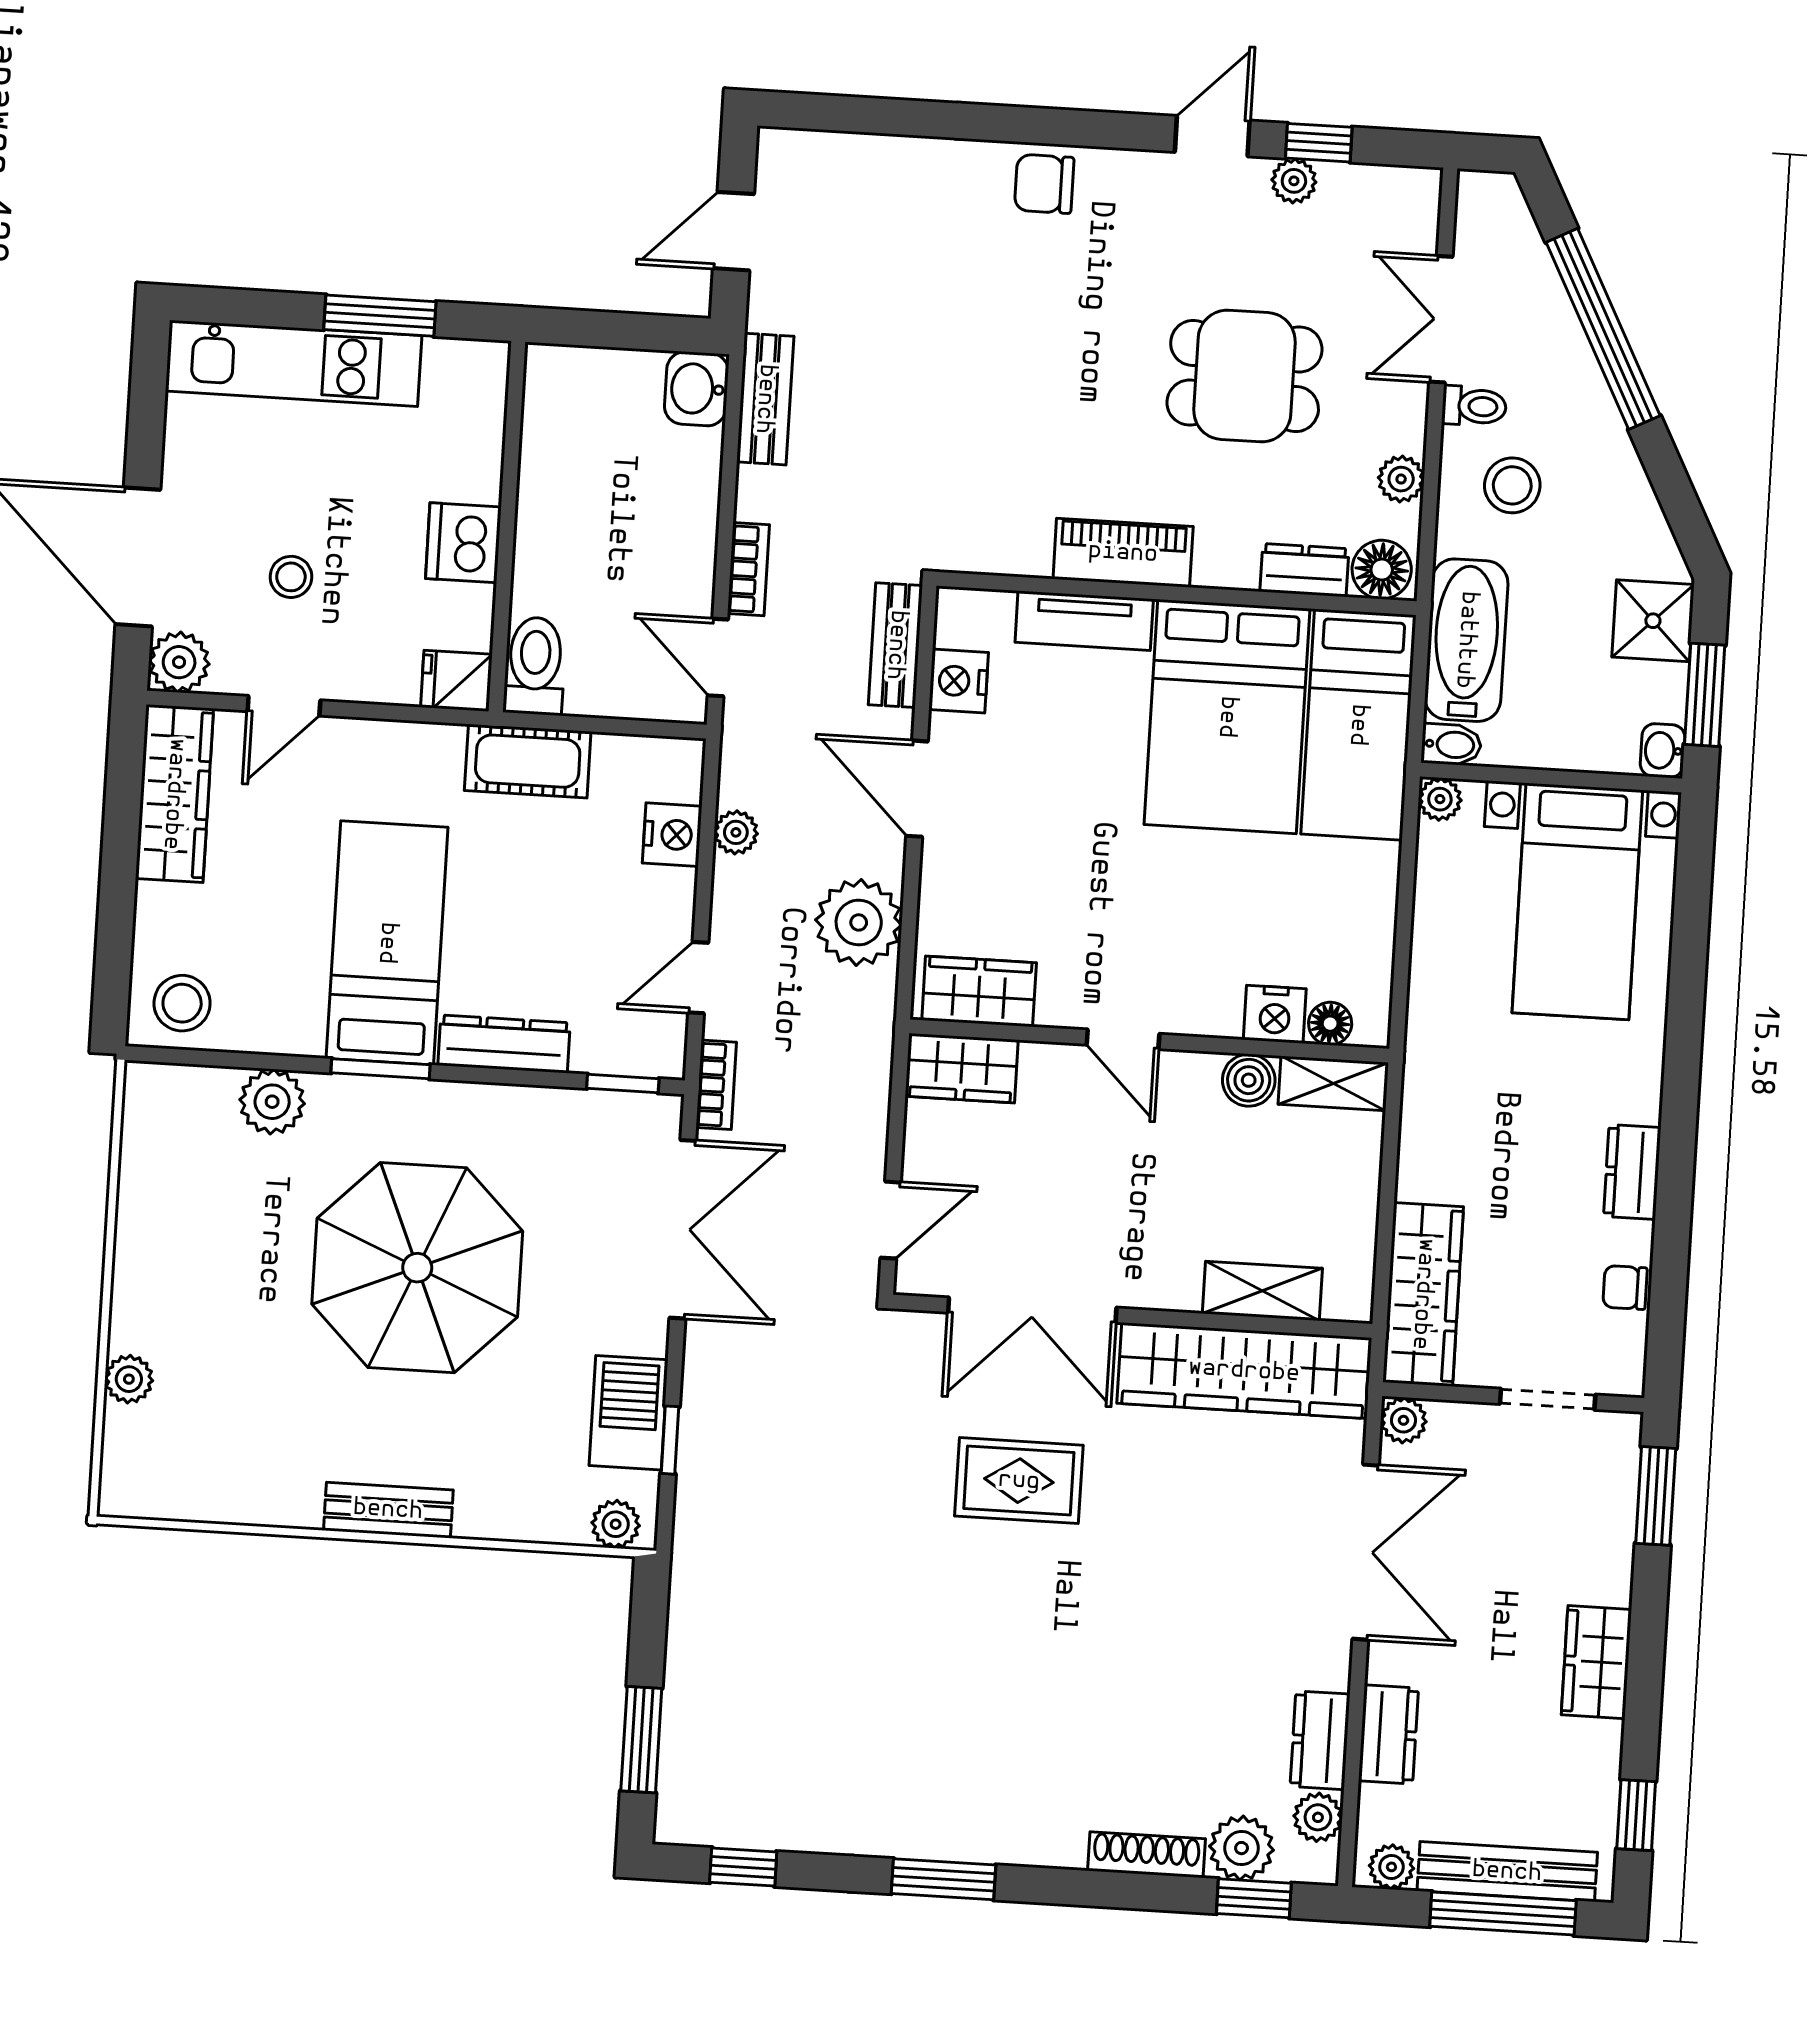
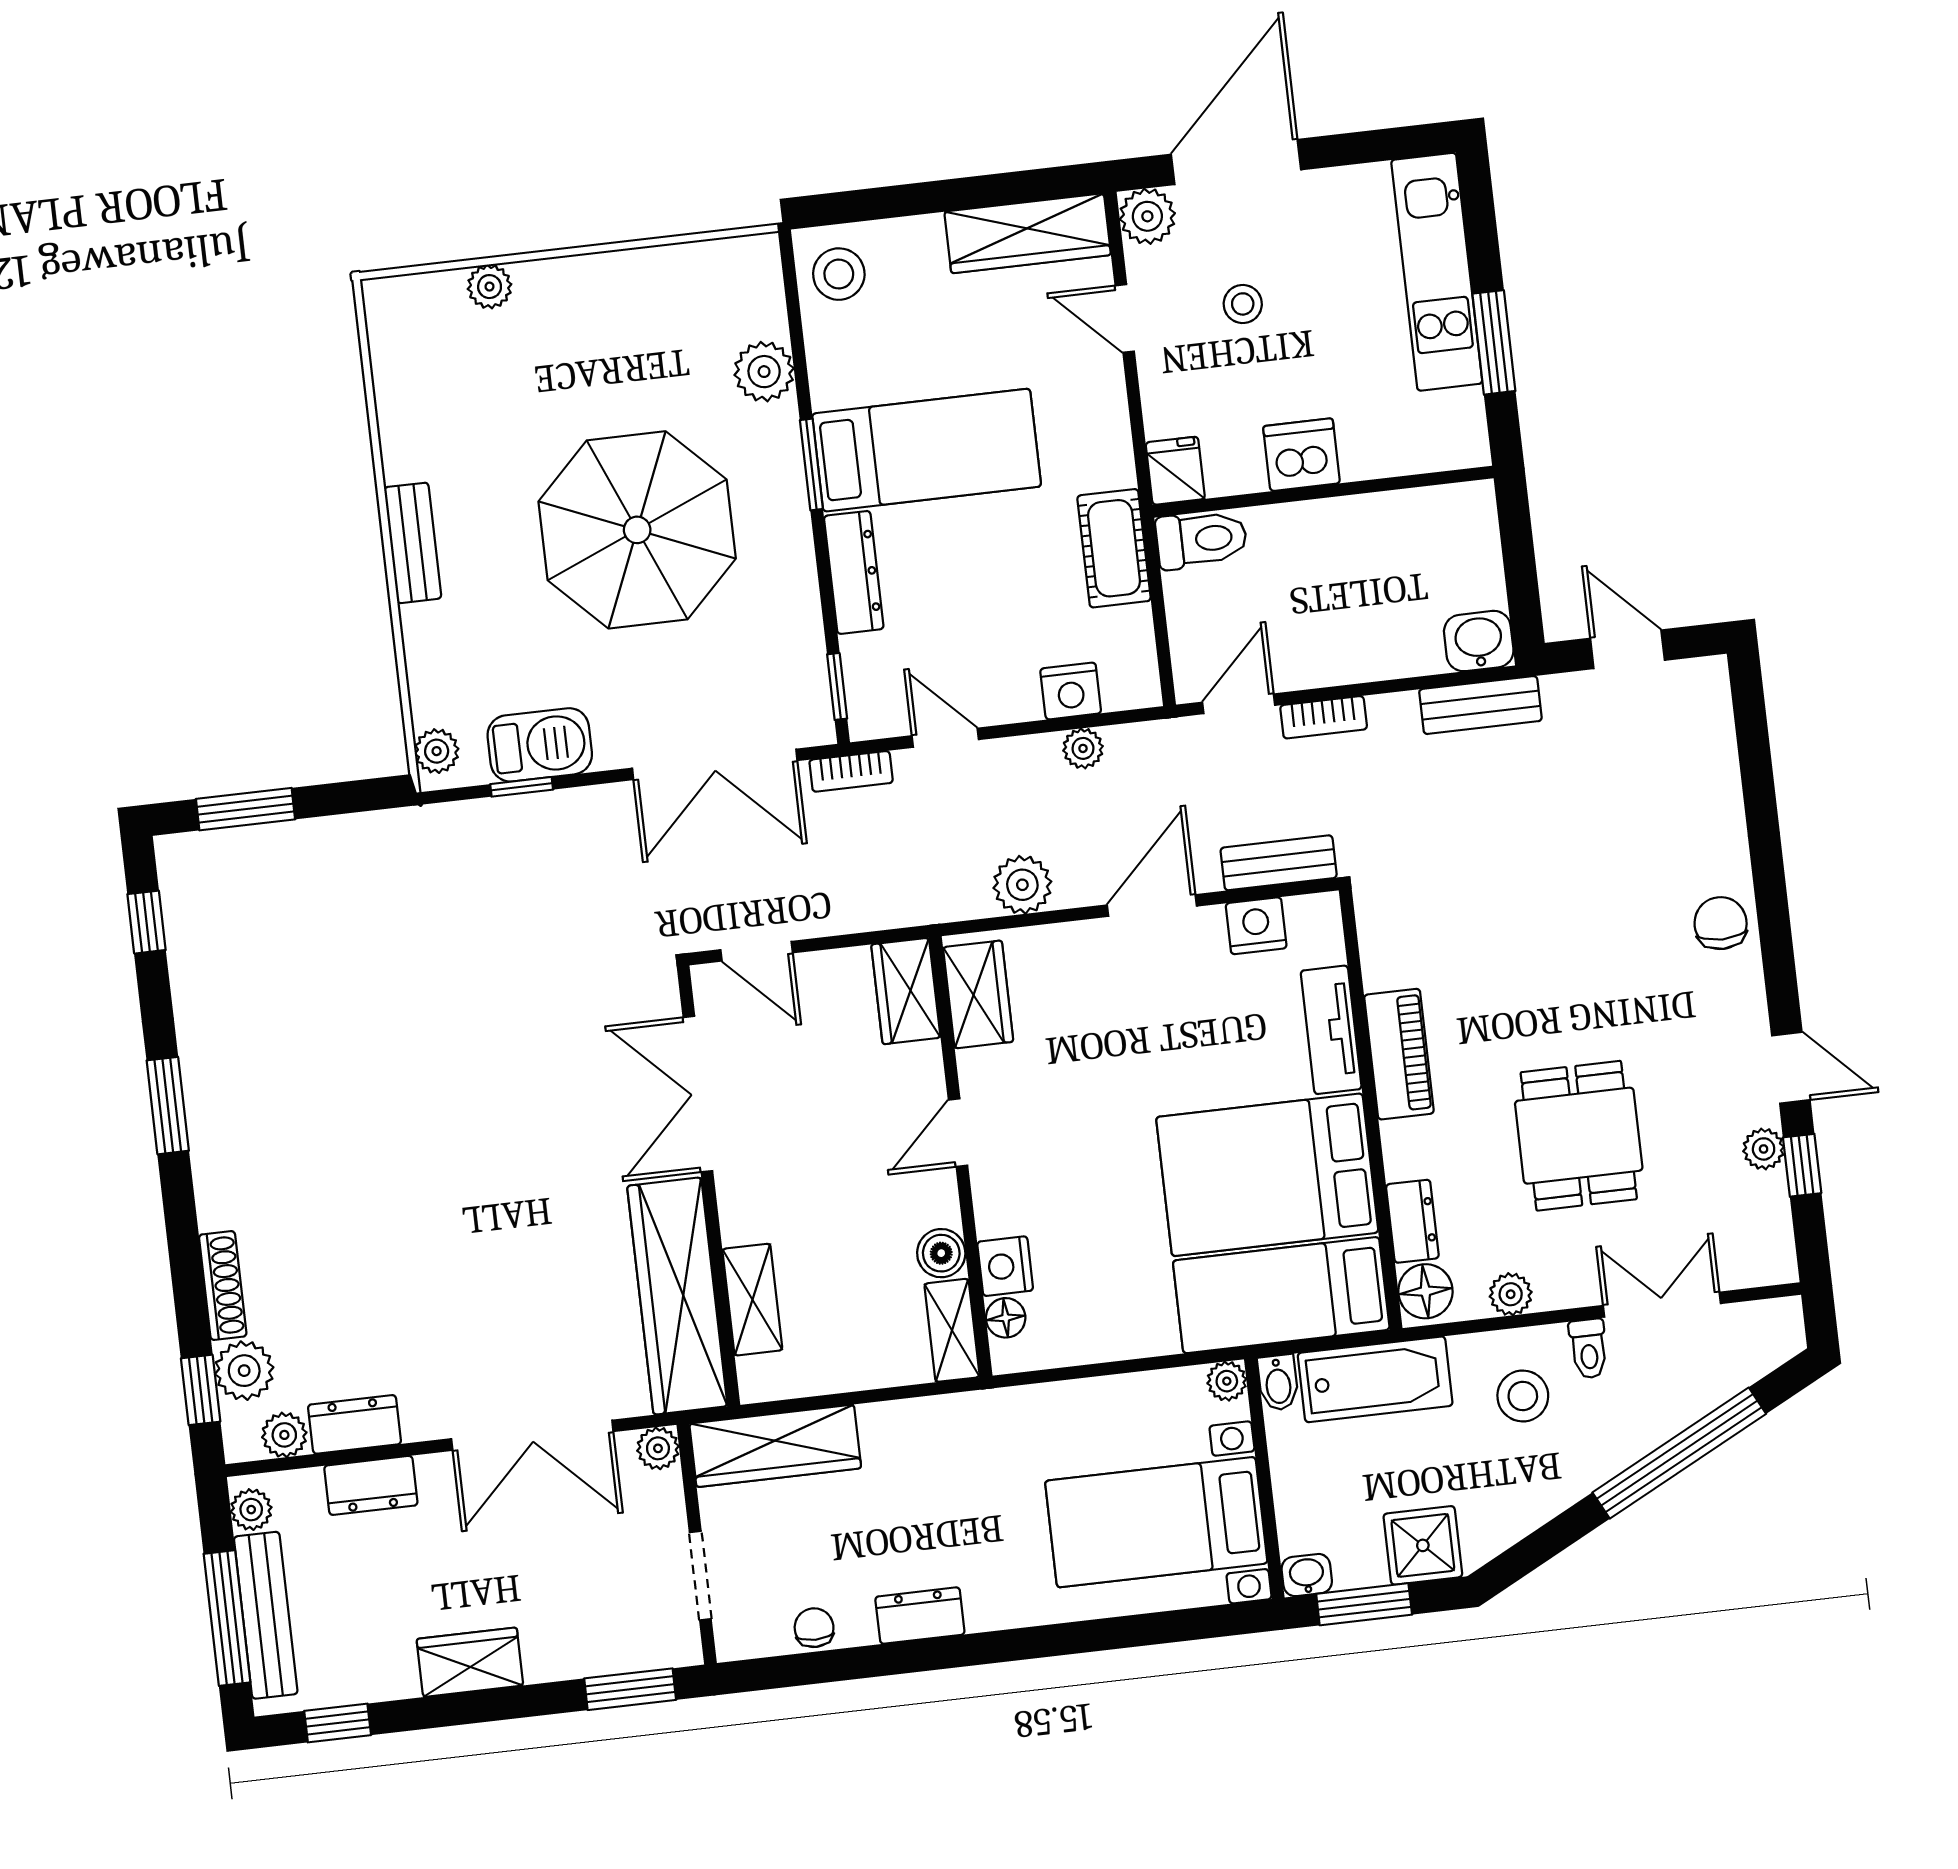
plant: (859, 922) -> (1022, 885), width x0.73, depth x0.73
rug: (1019, 1481) -> (541, 1110), removed

